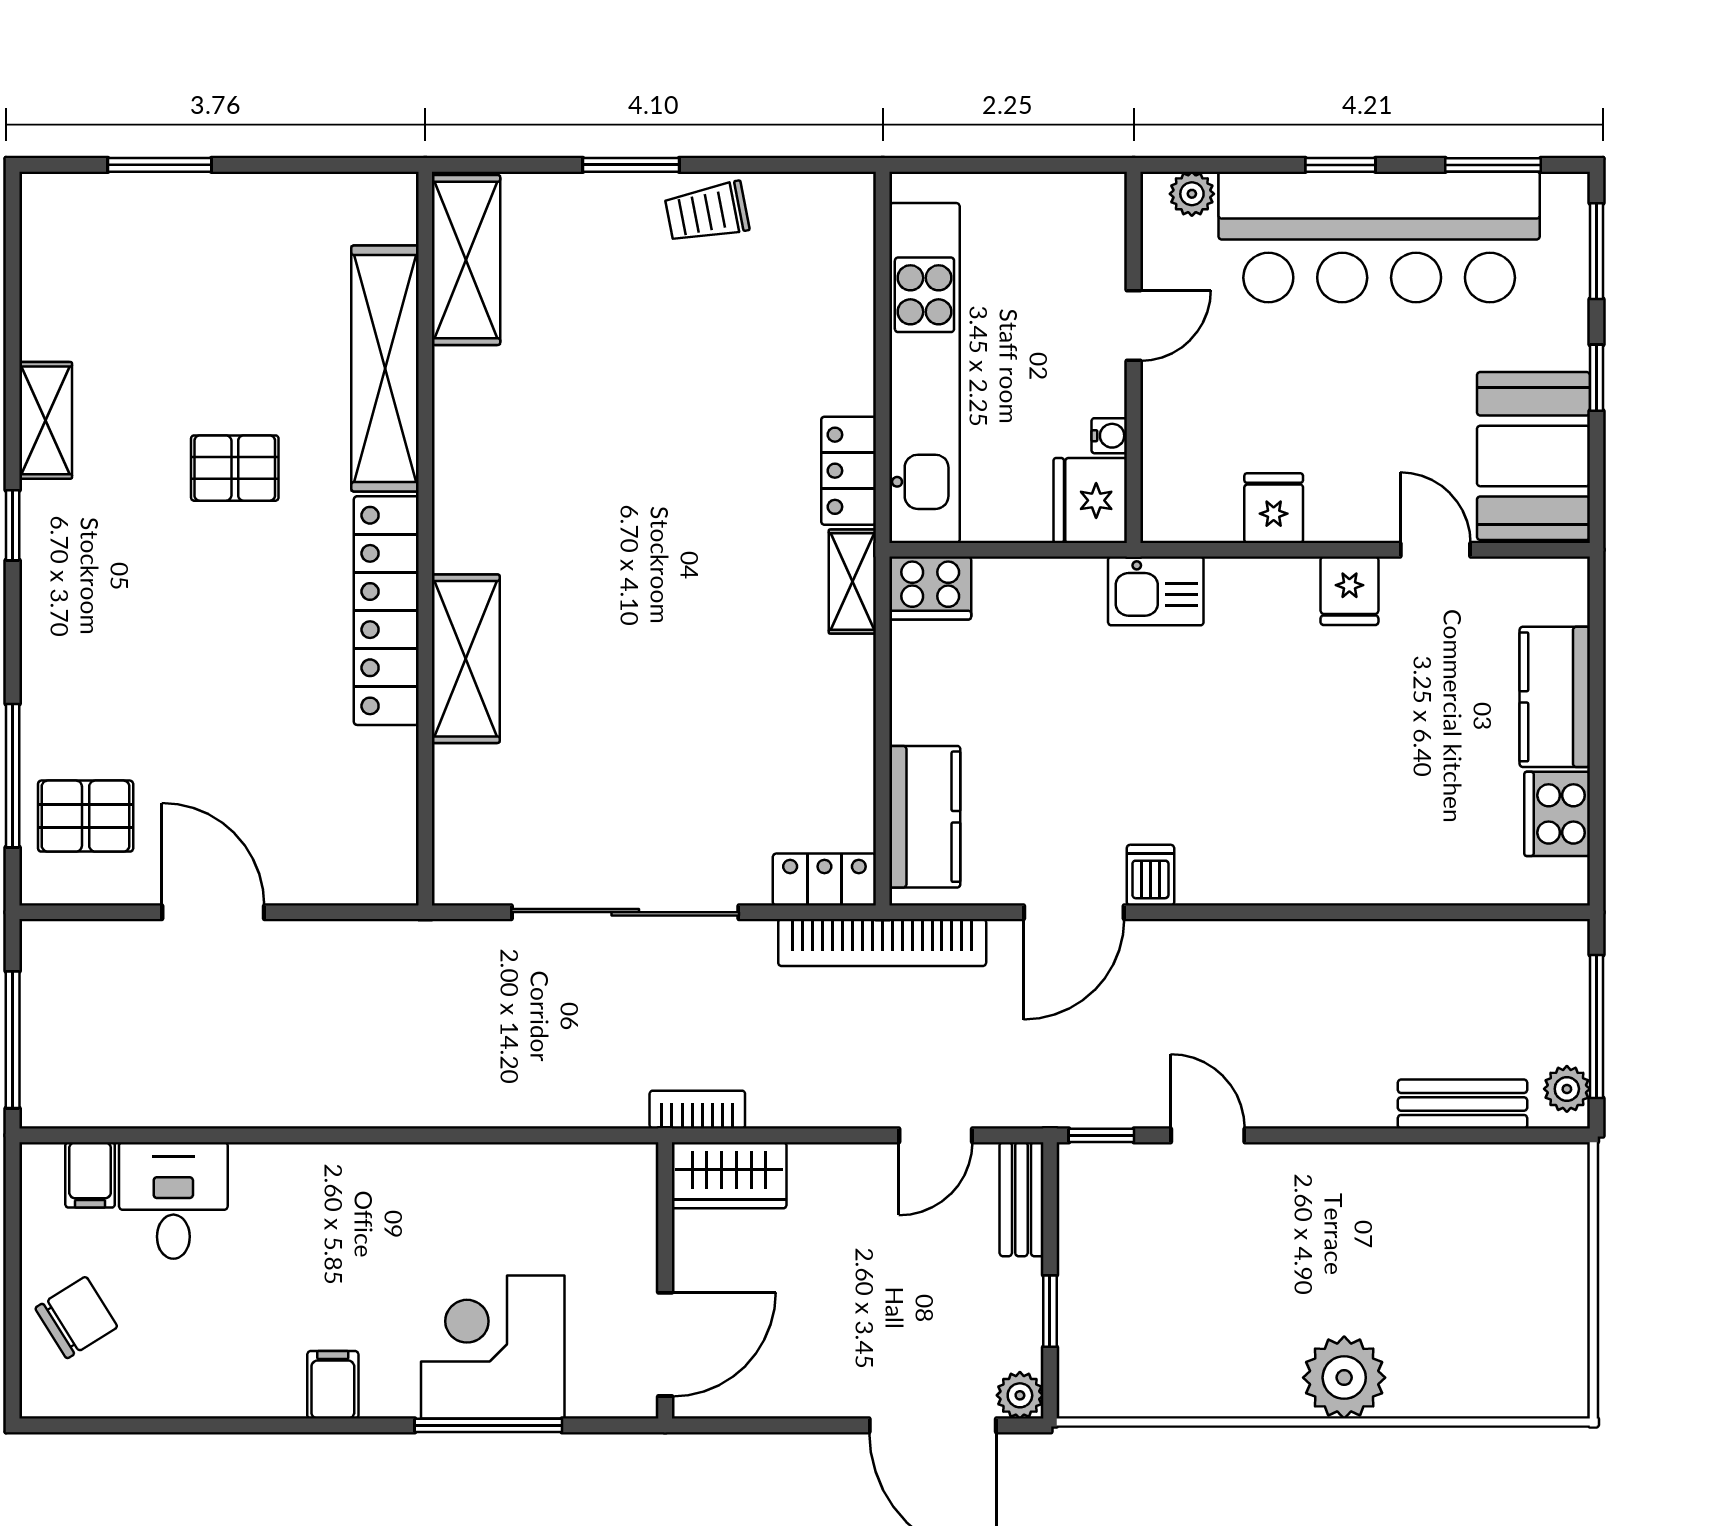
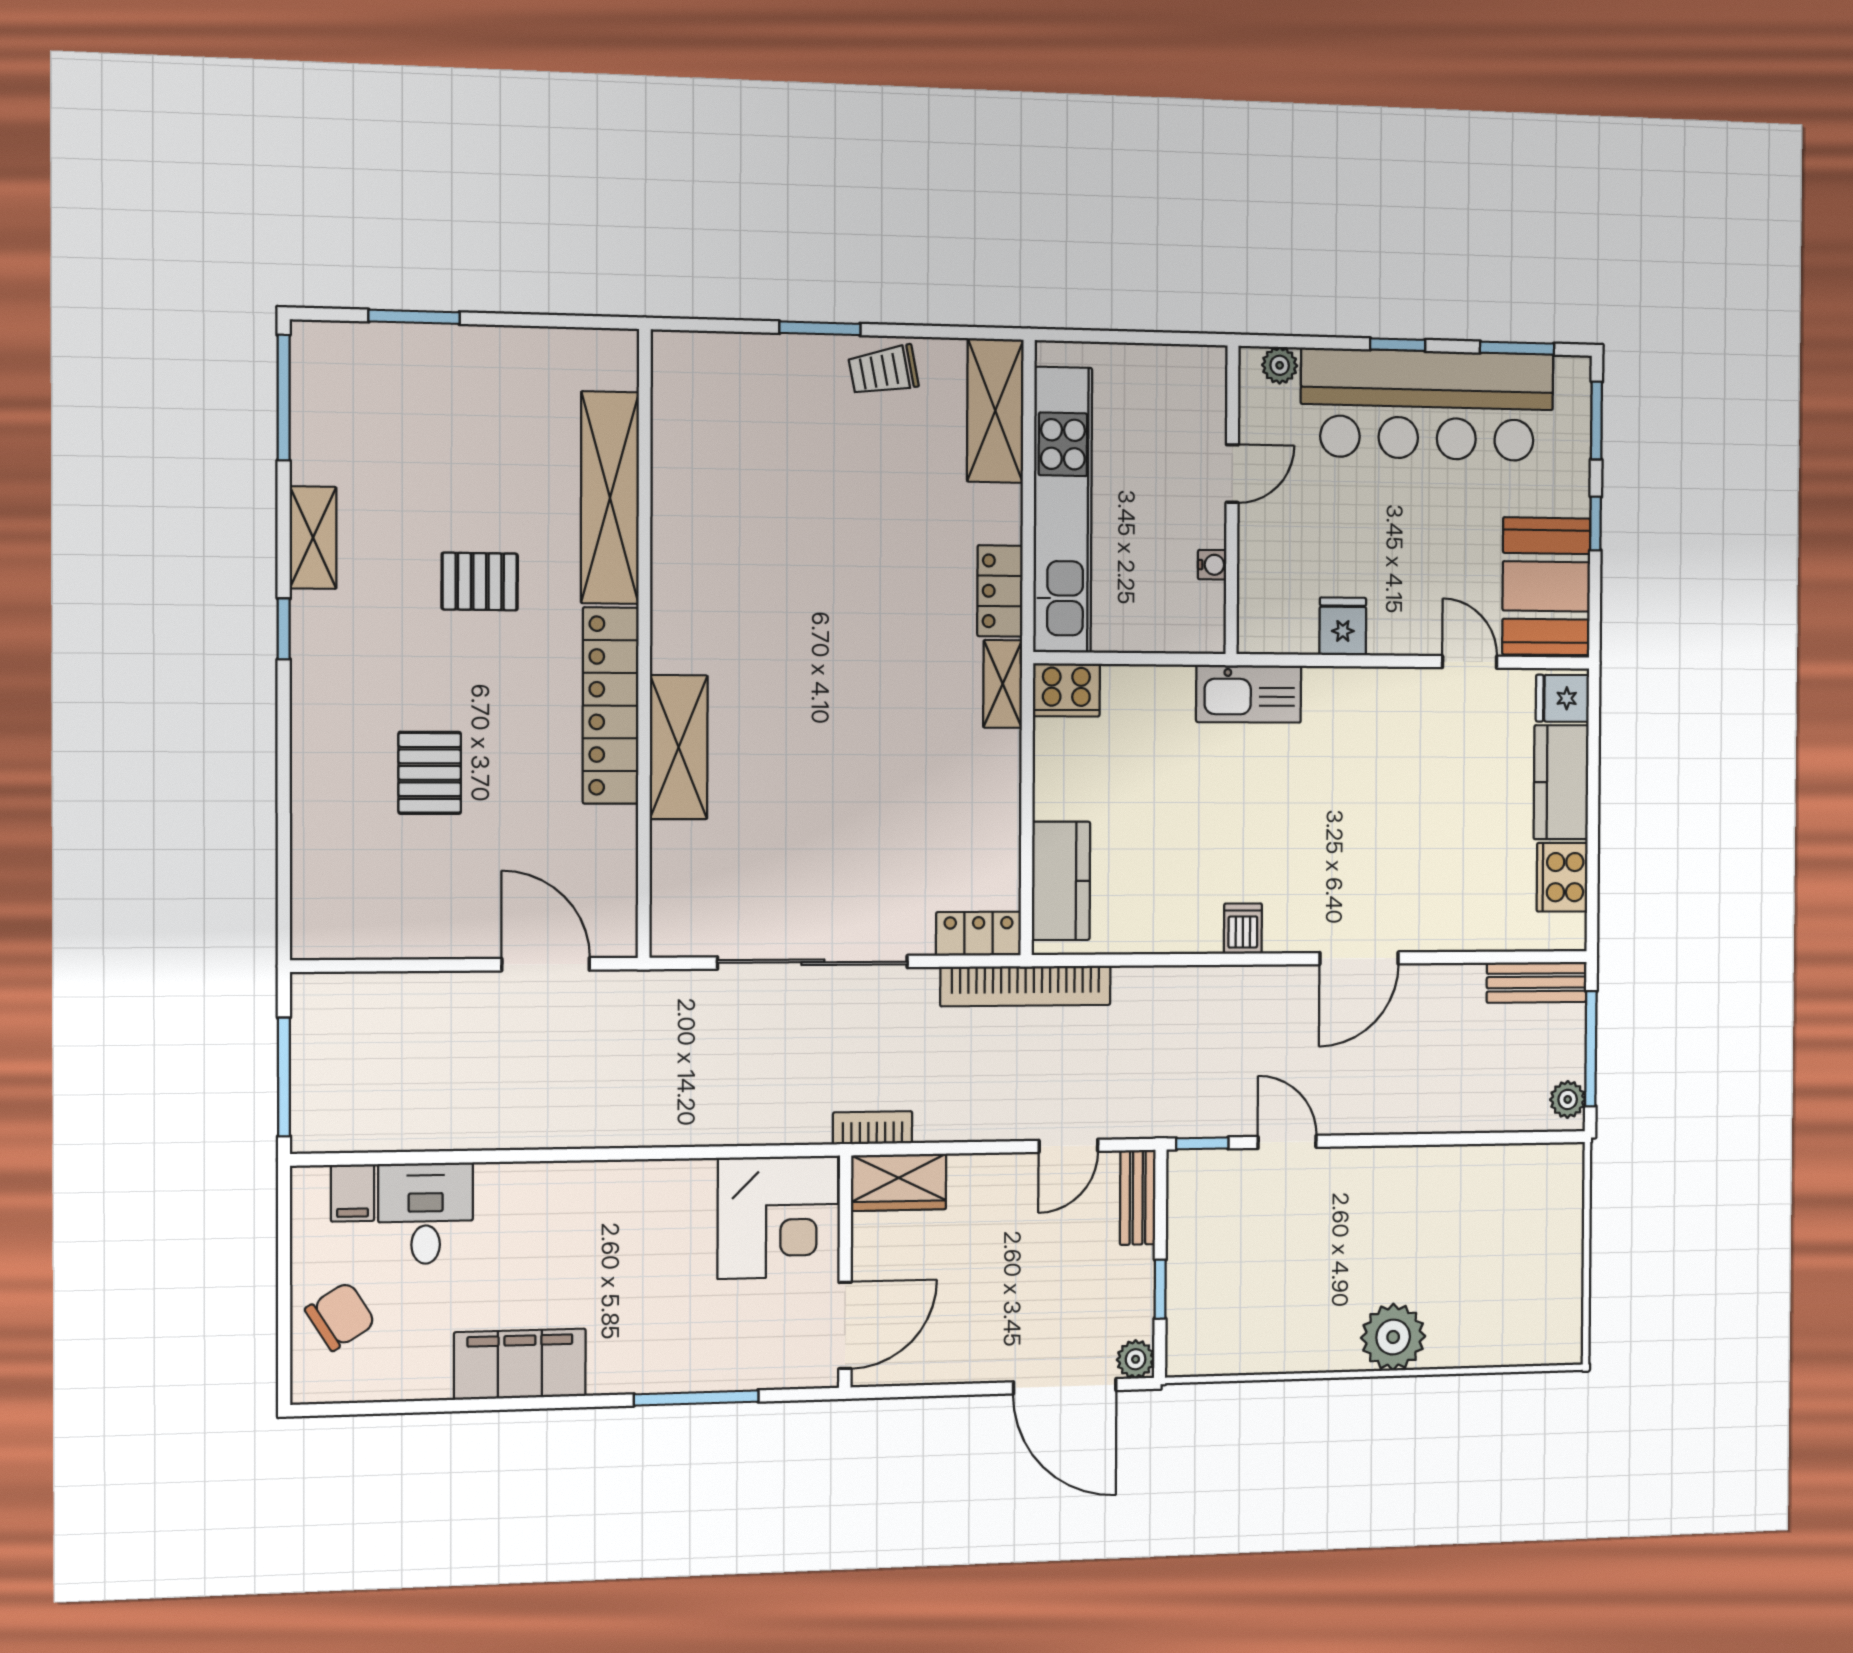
shelving: (466, 260) -> (995, 411), moved
fridge: (1090, 500) -> (1197, 618), removed
kitchen sink: (1156, 591) -> (1249, 694), width x1.38
fridge: (1349, 591) -> (1562, 698), moved, turned 90
window: (13, 776) -> (284, 398), moved
pallet: (86, 816) -> (430, 773), moved, turned 90
door: (213, 912) -> (546, 964), moved
door: (1074, 912) -> (1359, 958), moved
bench: (1462, 1104) -> (1537, 982), moved
corner desk: (493, 1347) -> (778, 1217), moved, turned 180
filing cabinet: (333, 1385) -> (520, 1364), width x3.00, depth x1.17

